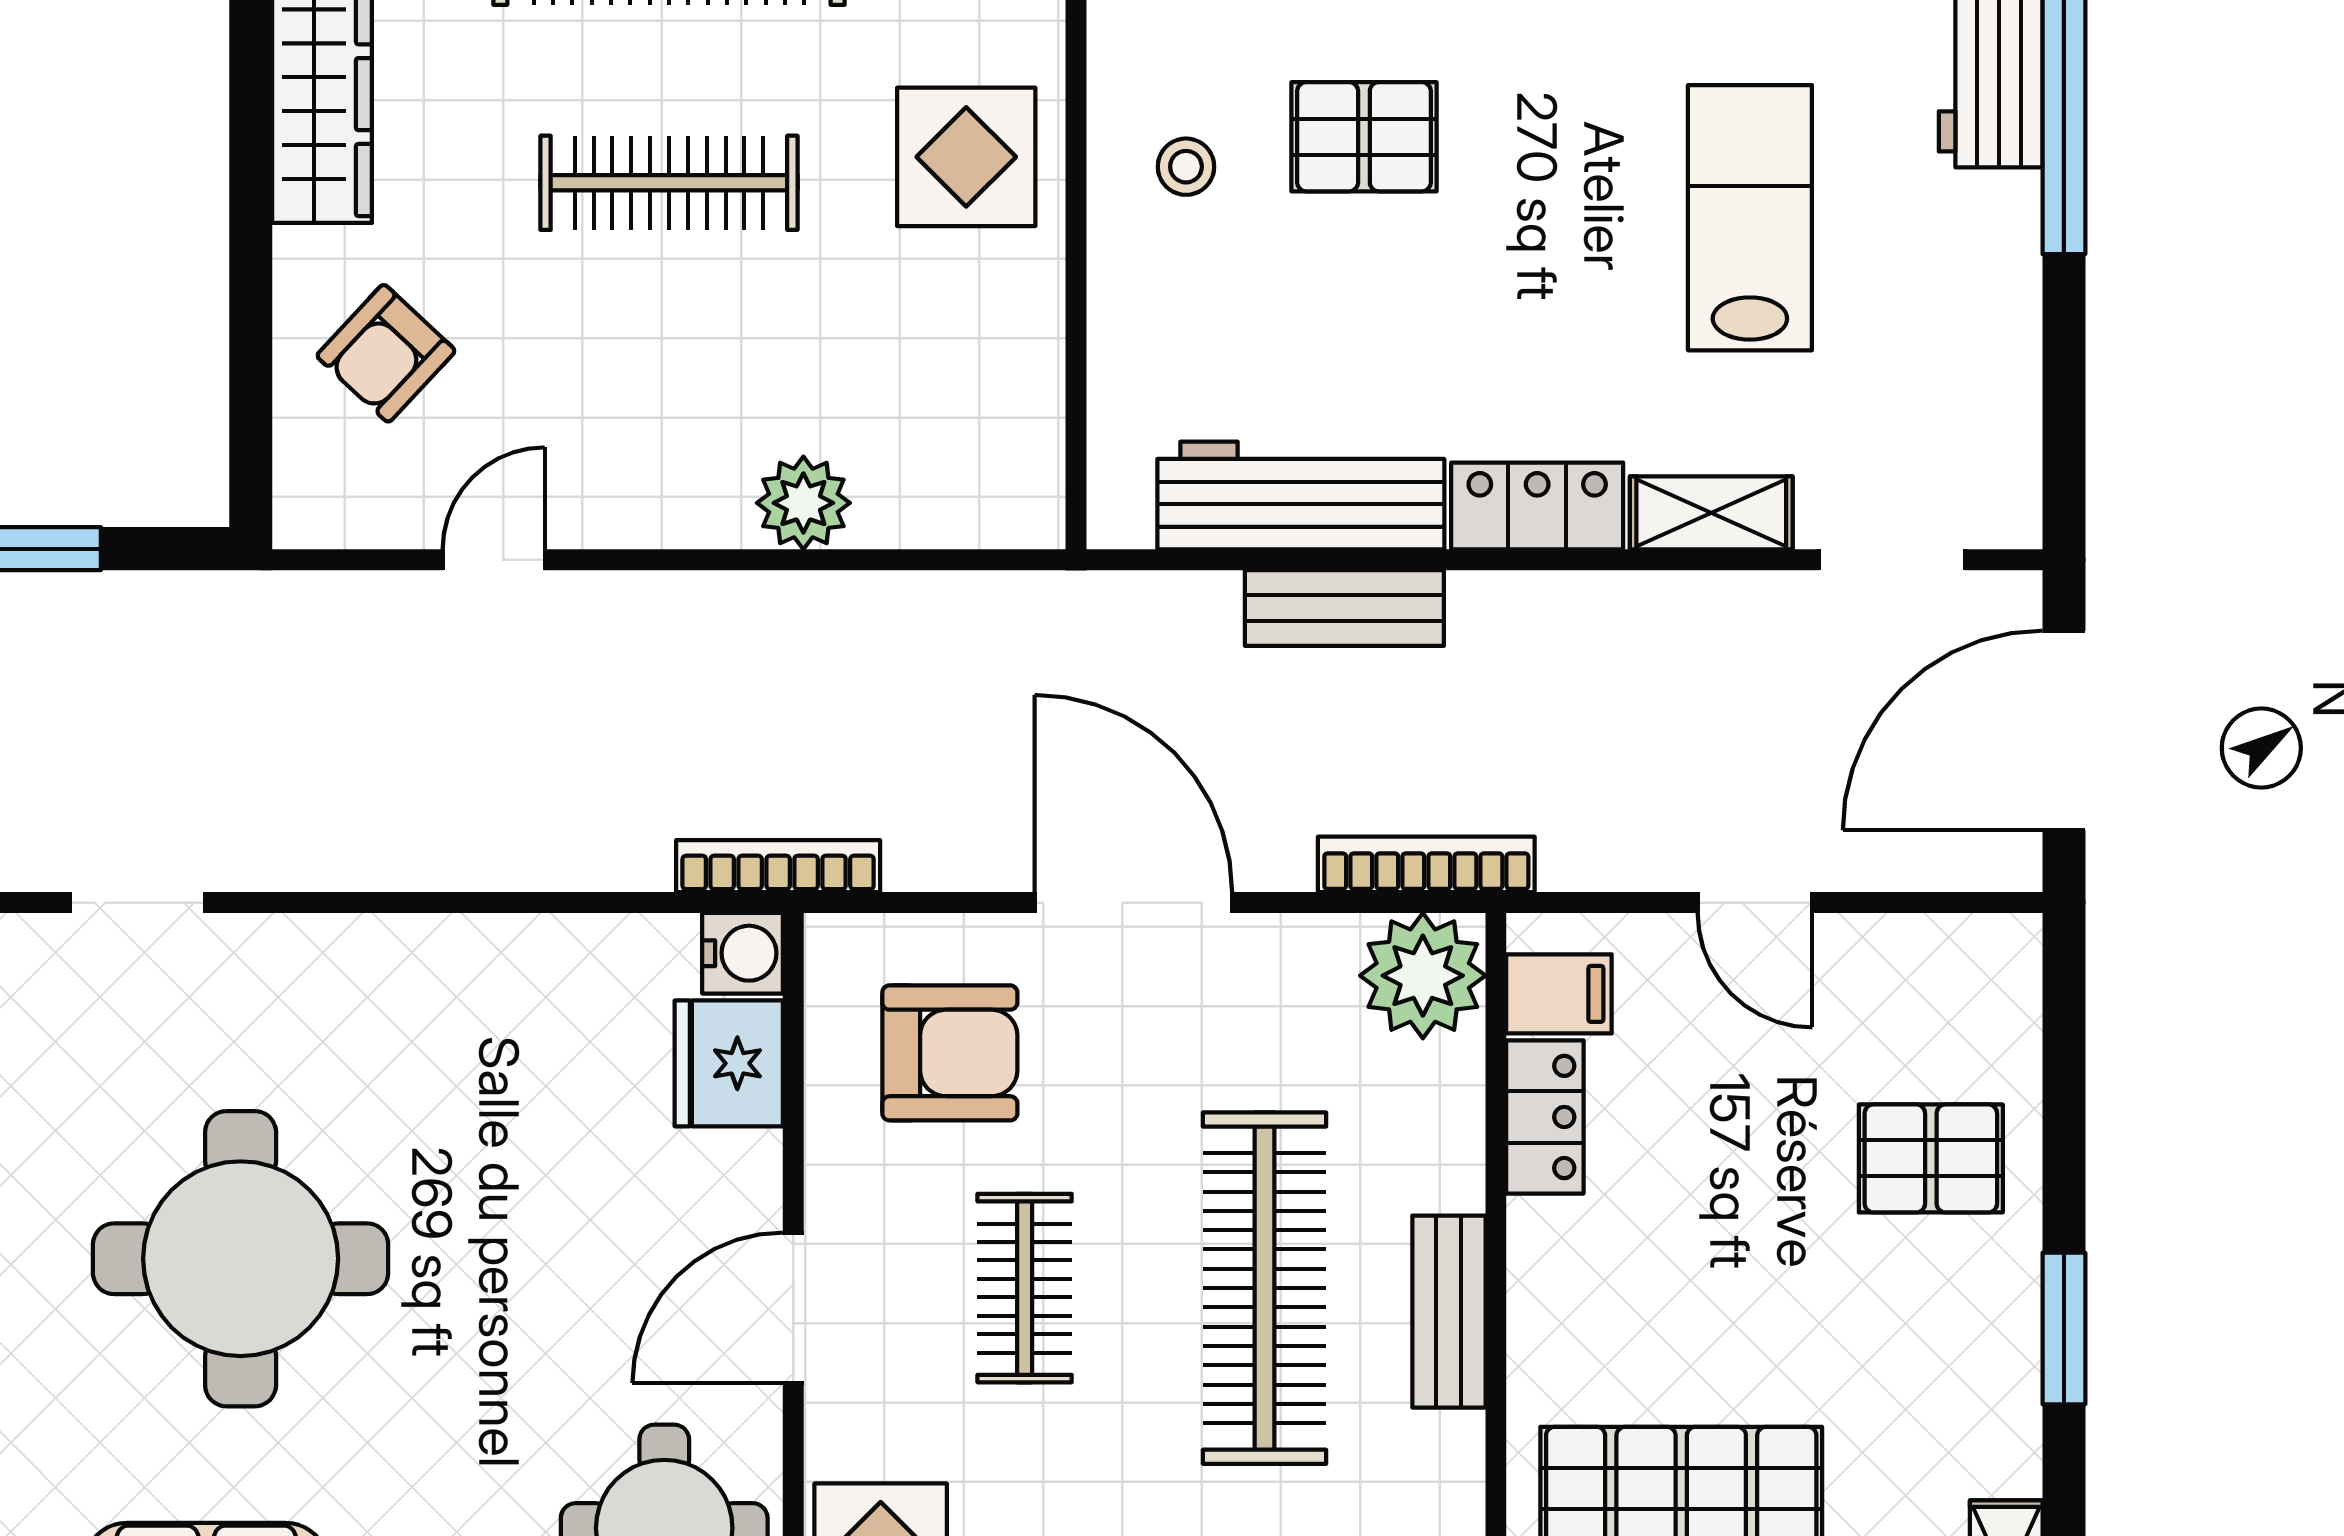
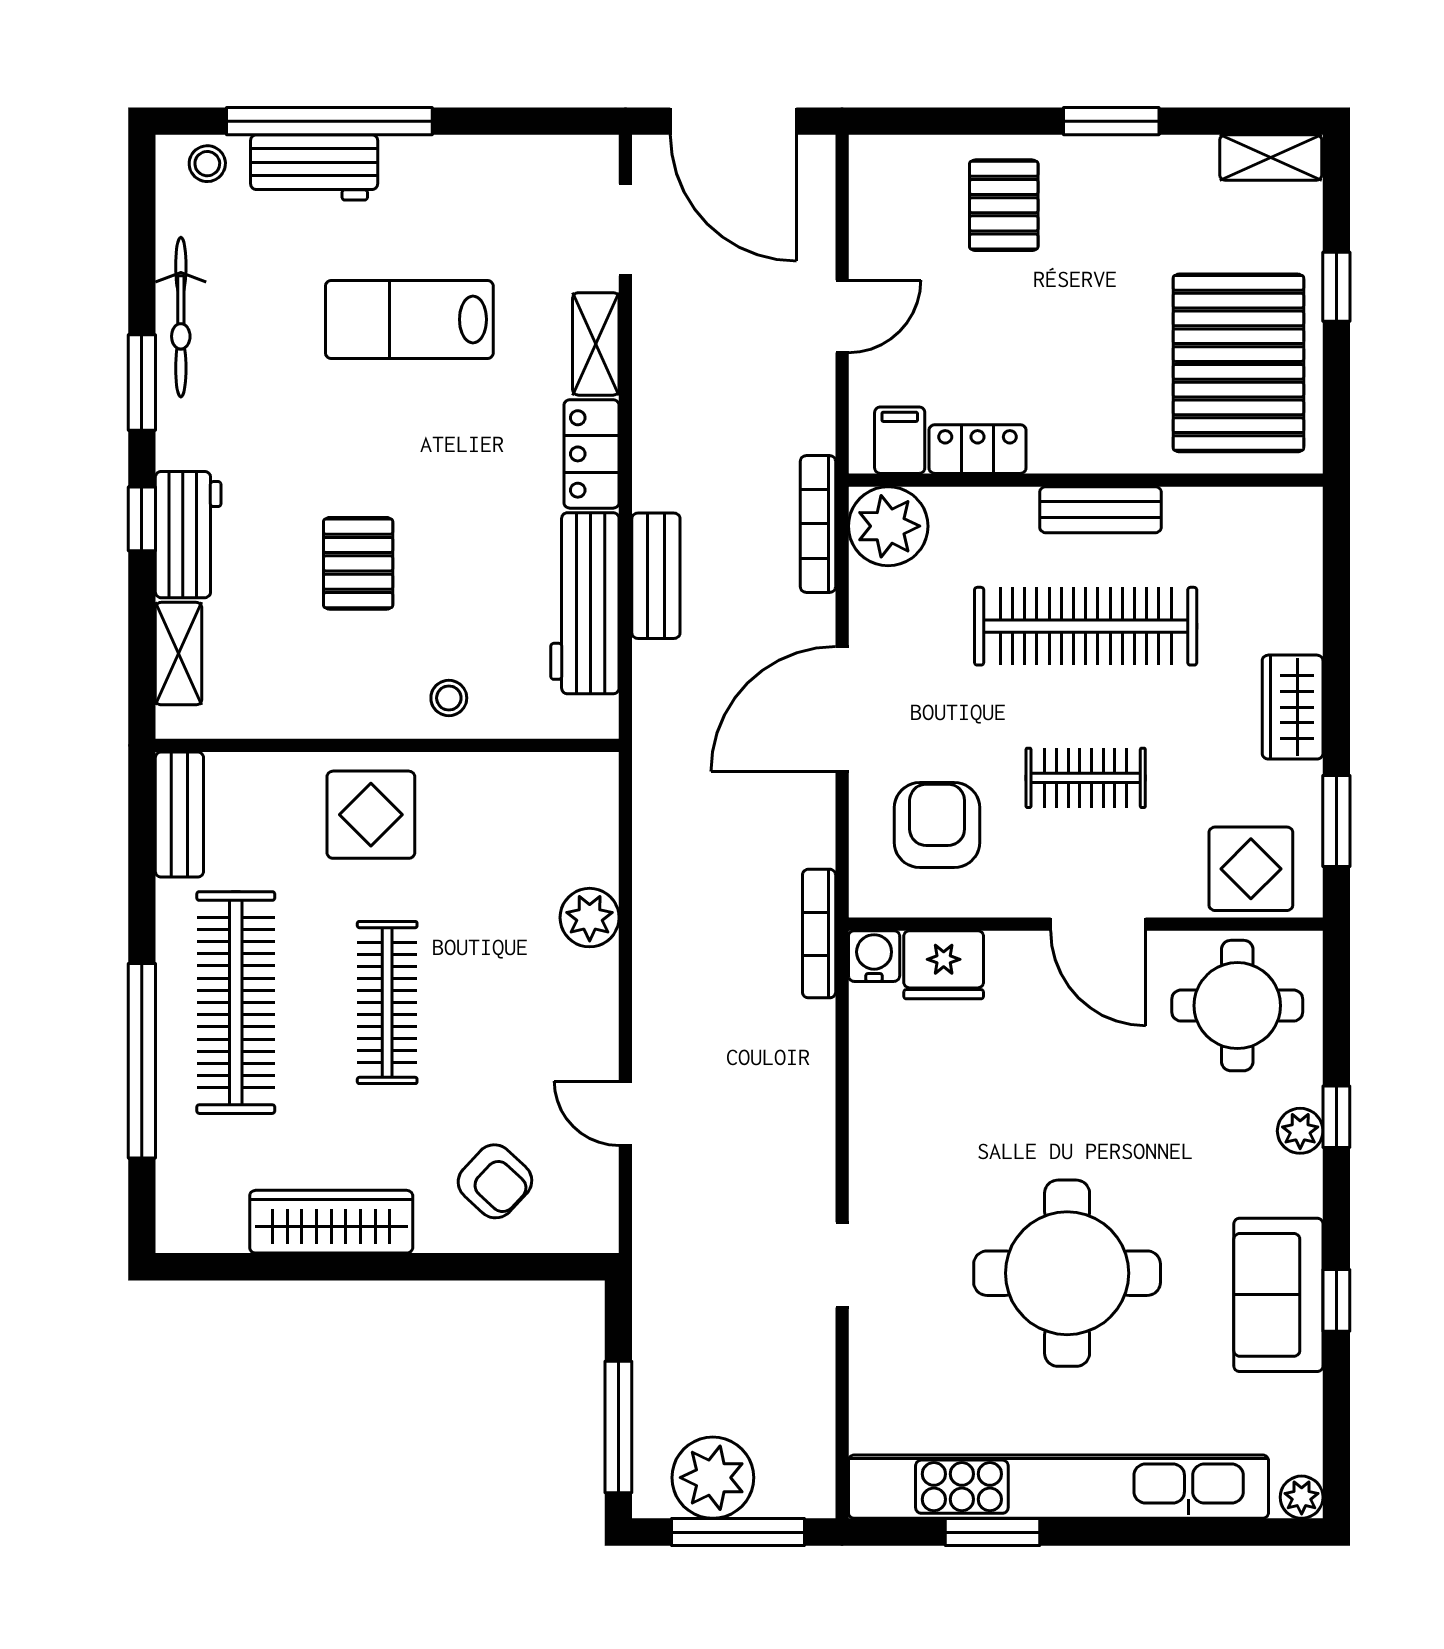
stool: (1186, 167) -> (449, 698), moved
doorway: (137, 903) -> (842, 1265), moved

